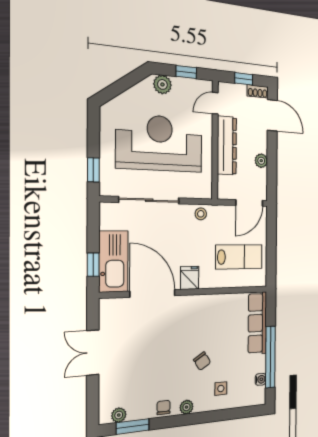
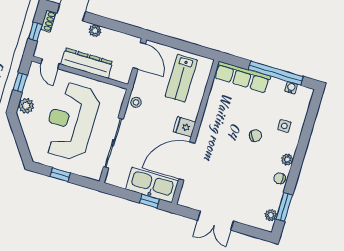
plant: (261, 161) -> (95, 31), moved
window: (93, 170) -> (60, 175), moved
lab bench: (239, 257) -> (181, 78), turned 180

